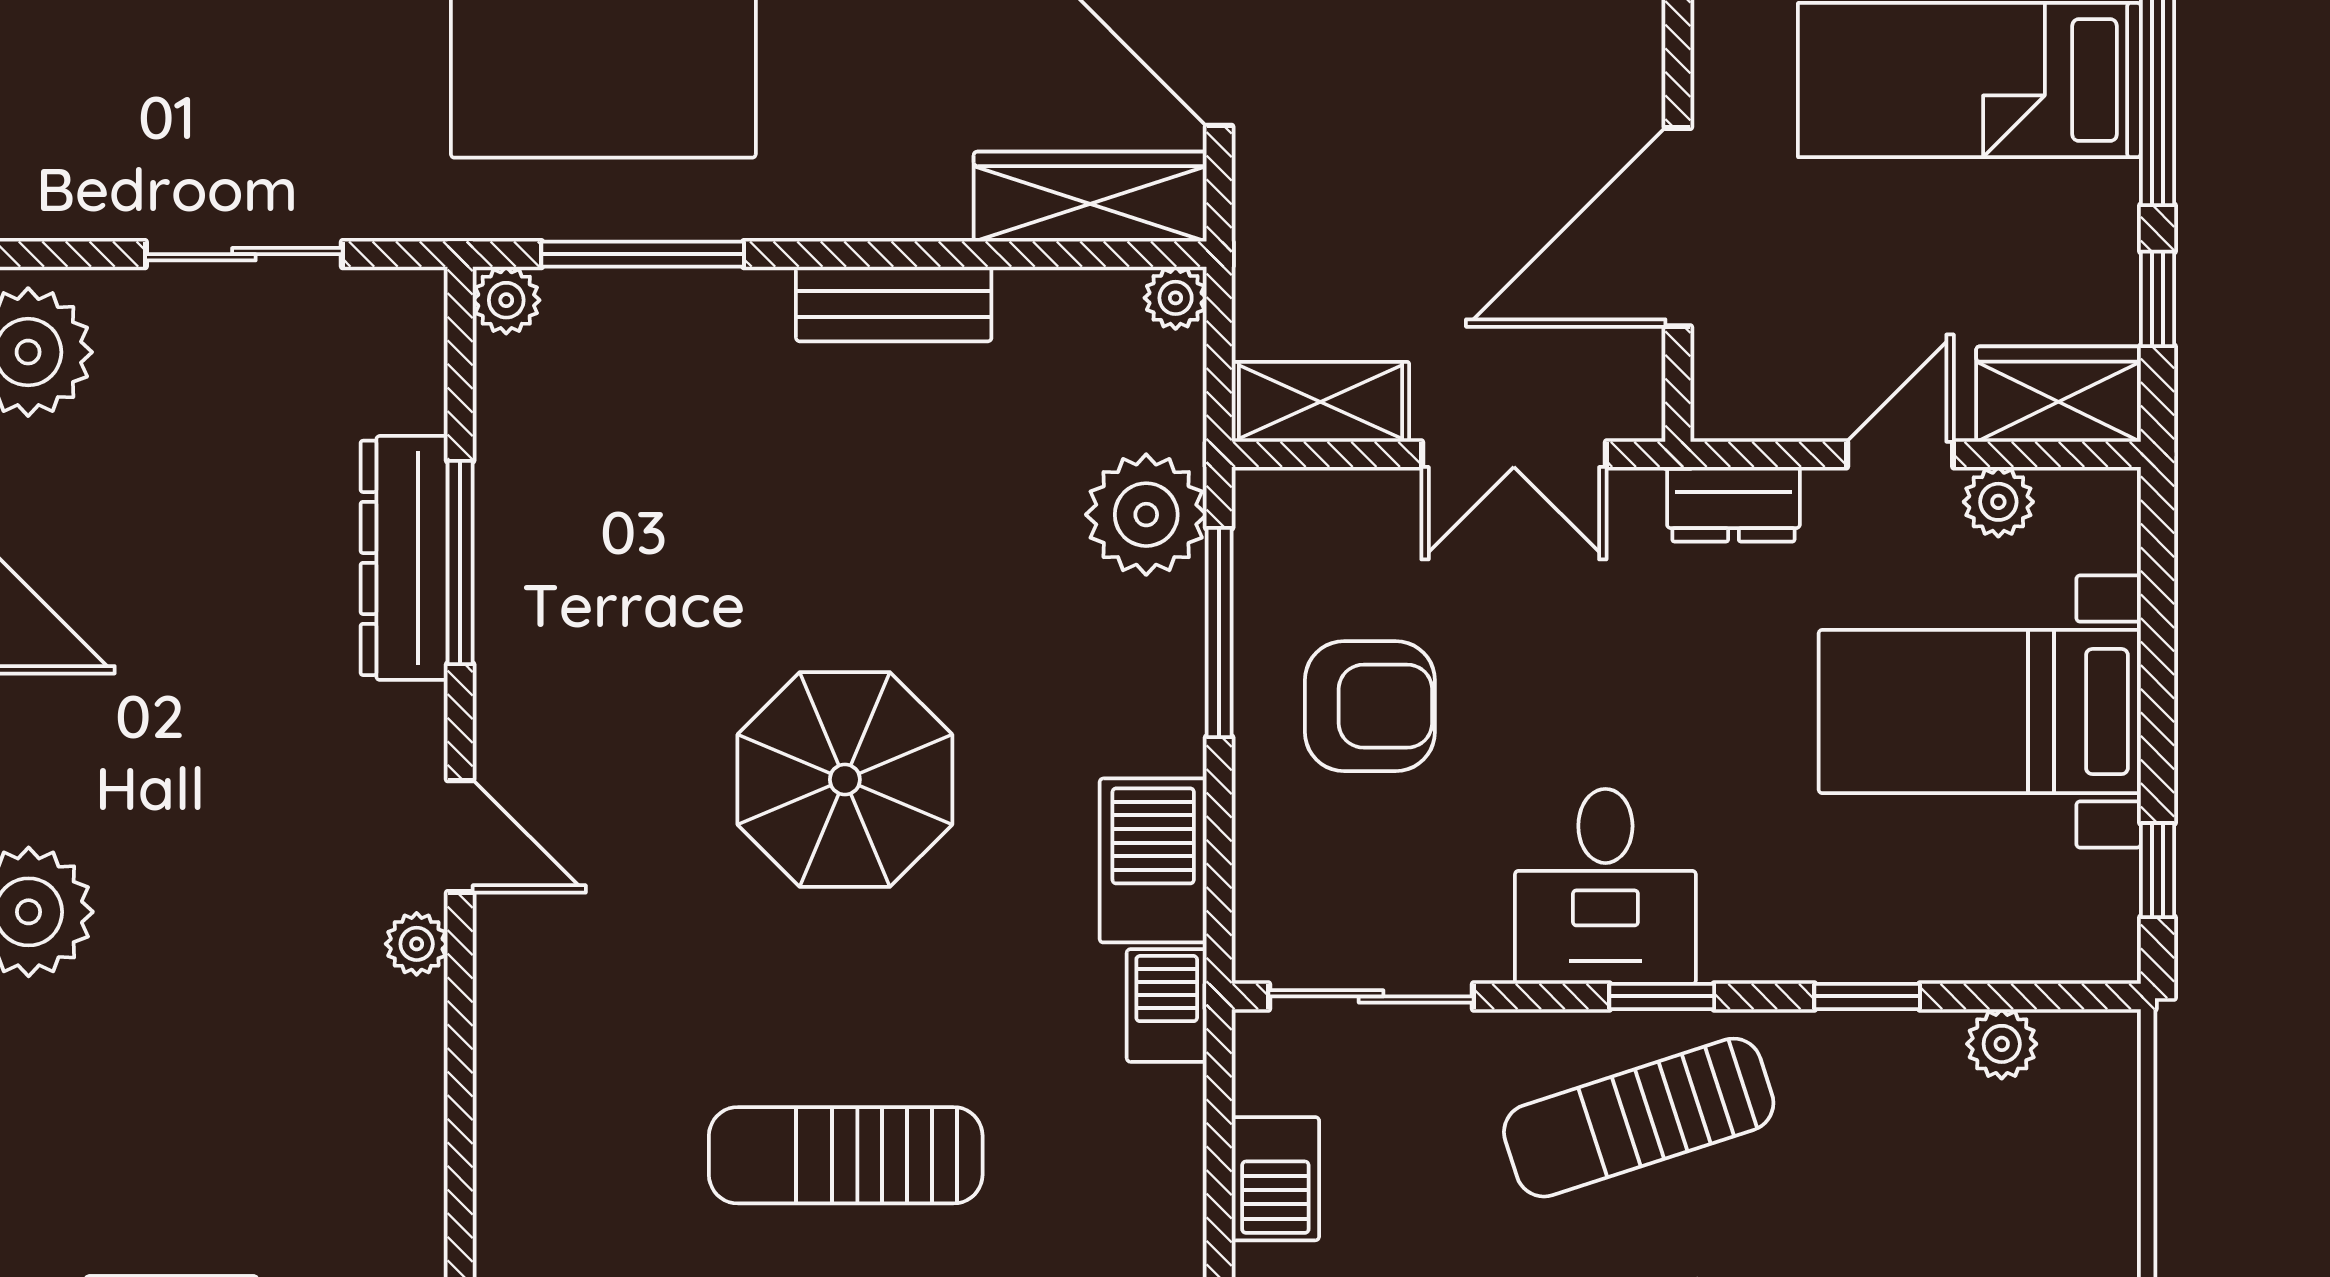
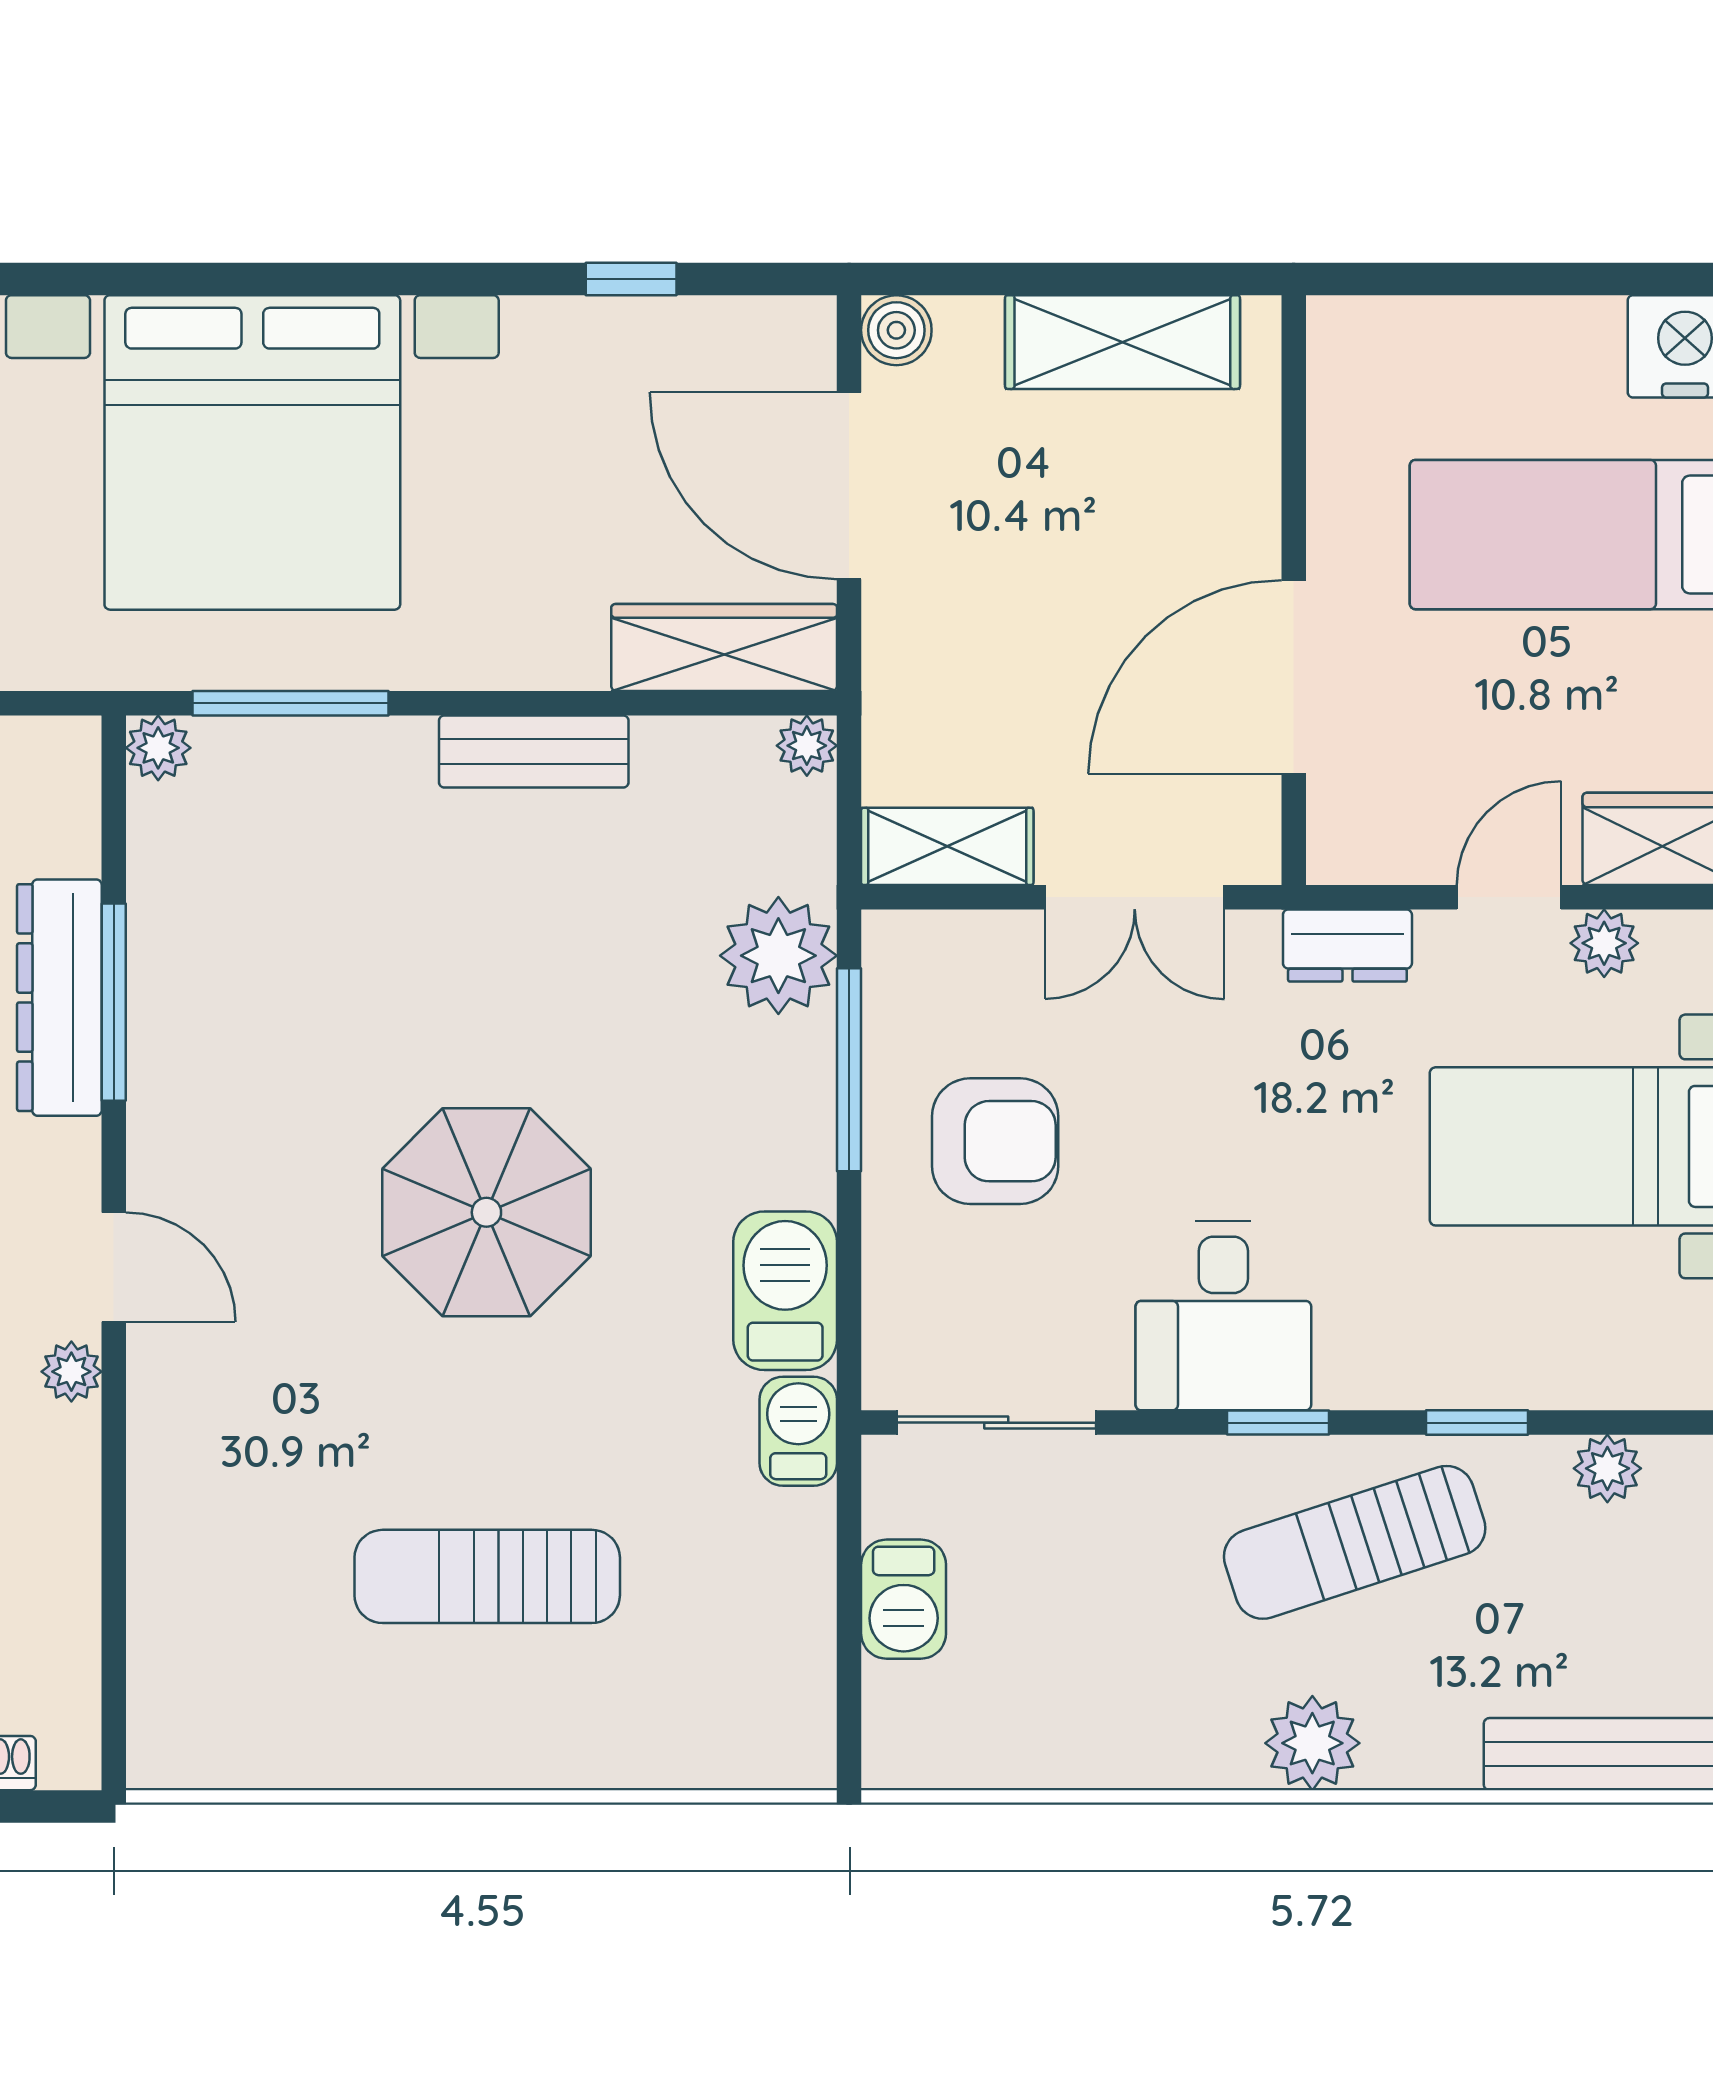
sun lounger: (1639, 1118) -> (1355, 1542), moved

